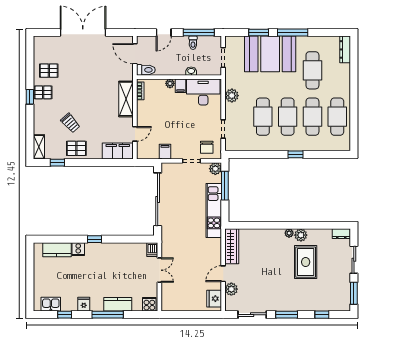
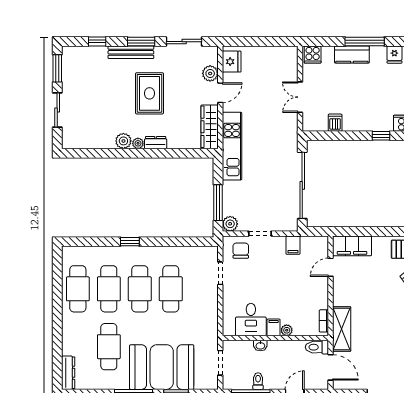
desk: (203, 92) -> (251, 320), width x0.73
plant: (232, 96) -> (210, 315), removed
shelving: (126, 99) -> (342, 329), moved
kitchen unit: (214, 210) -> (232, 146), moved
dresser: (341, 234) -> (156, 143), moved
dishwasher: (152, 250) -> (335, 123), moved
rug: (306, 262) -> (150, 93), moved
bench: (295, 306) -> (131, 52), added

